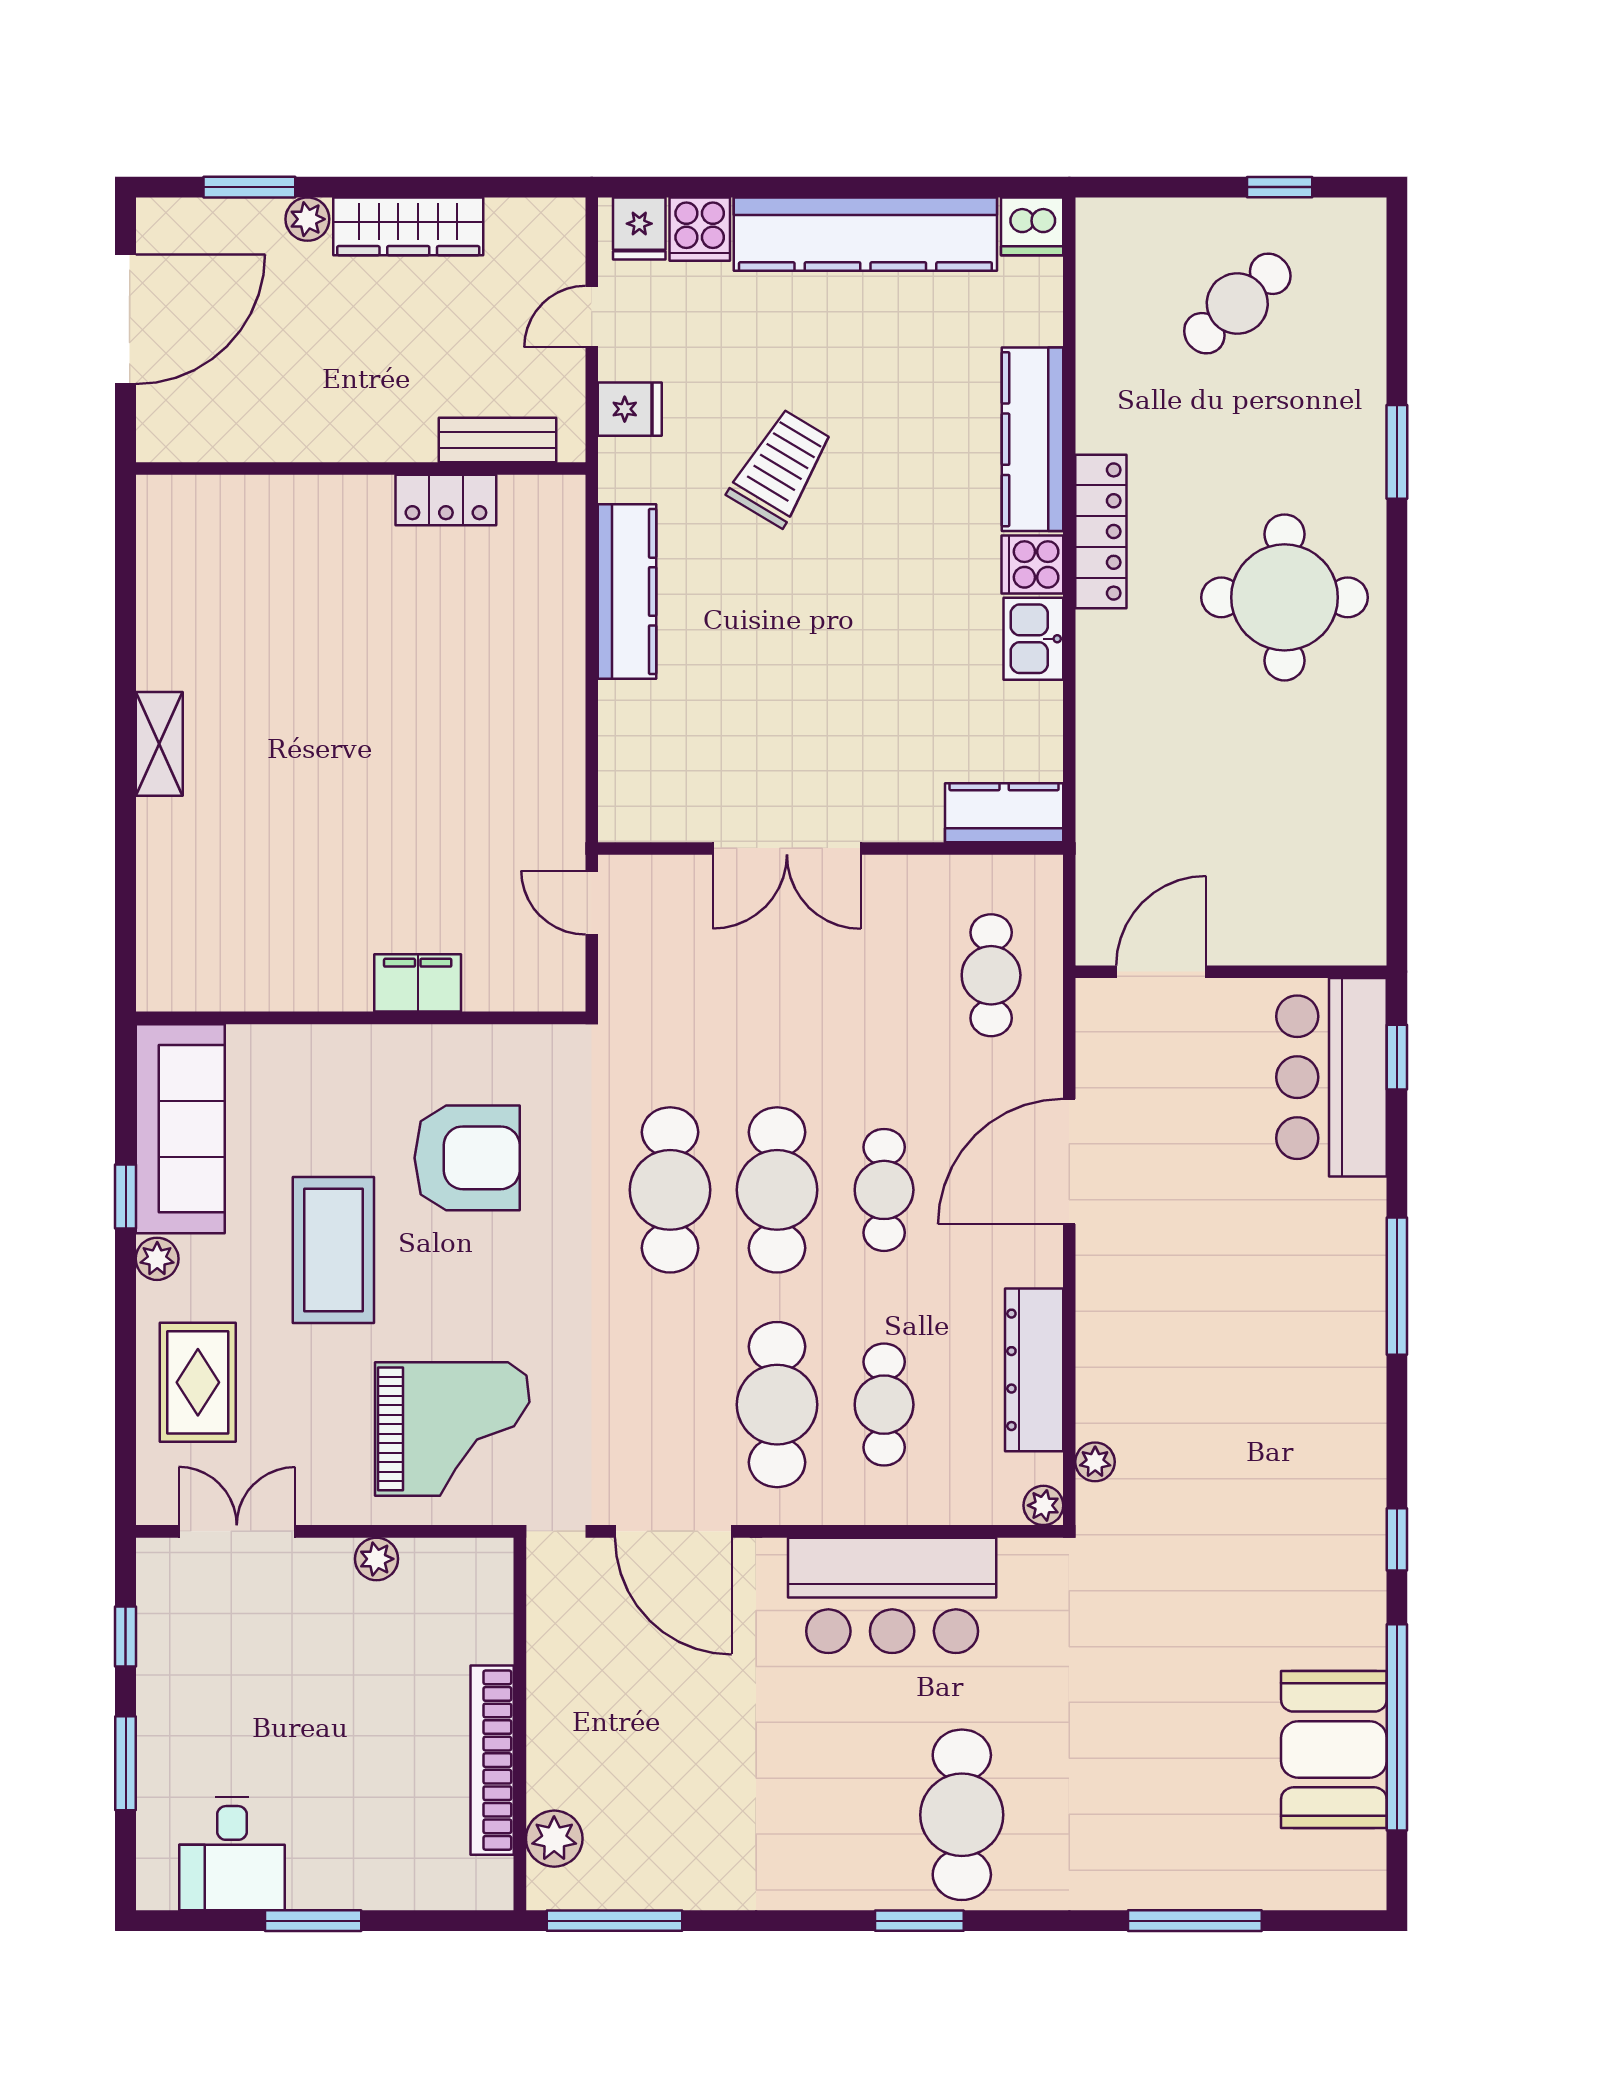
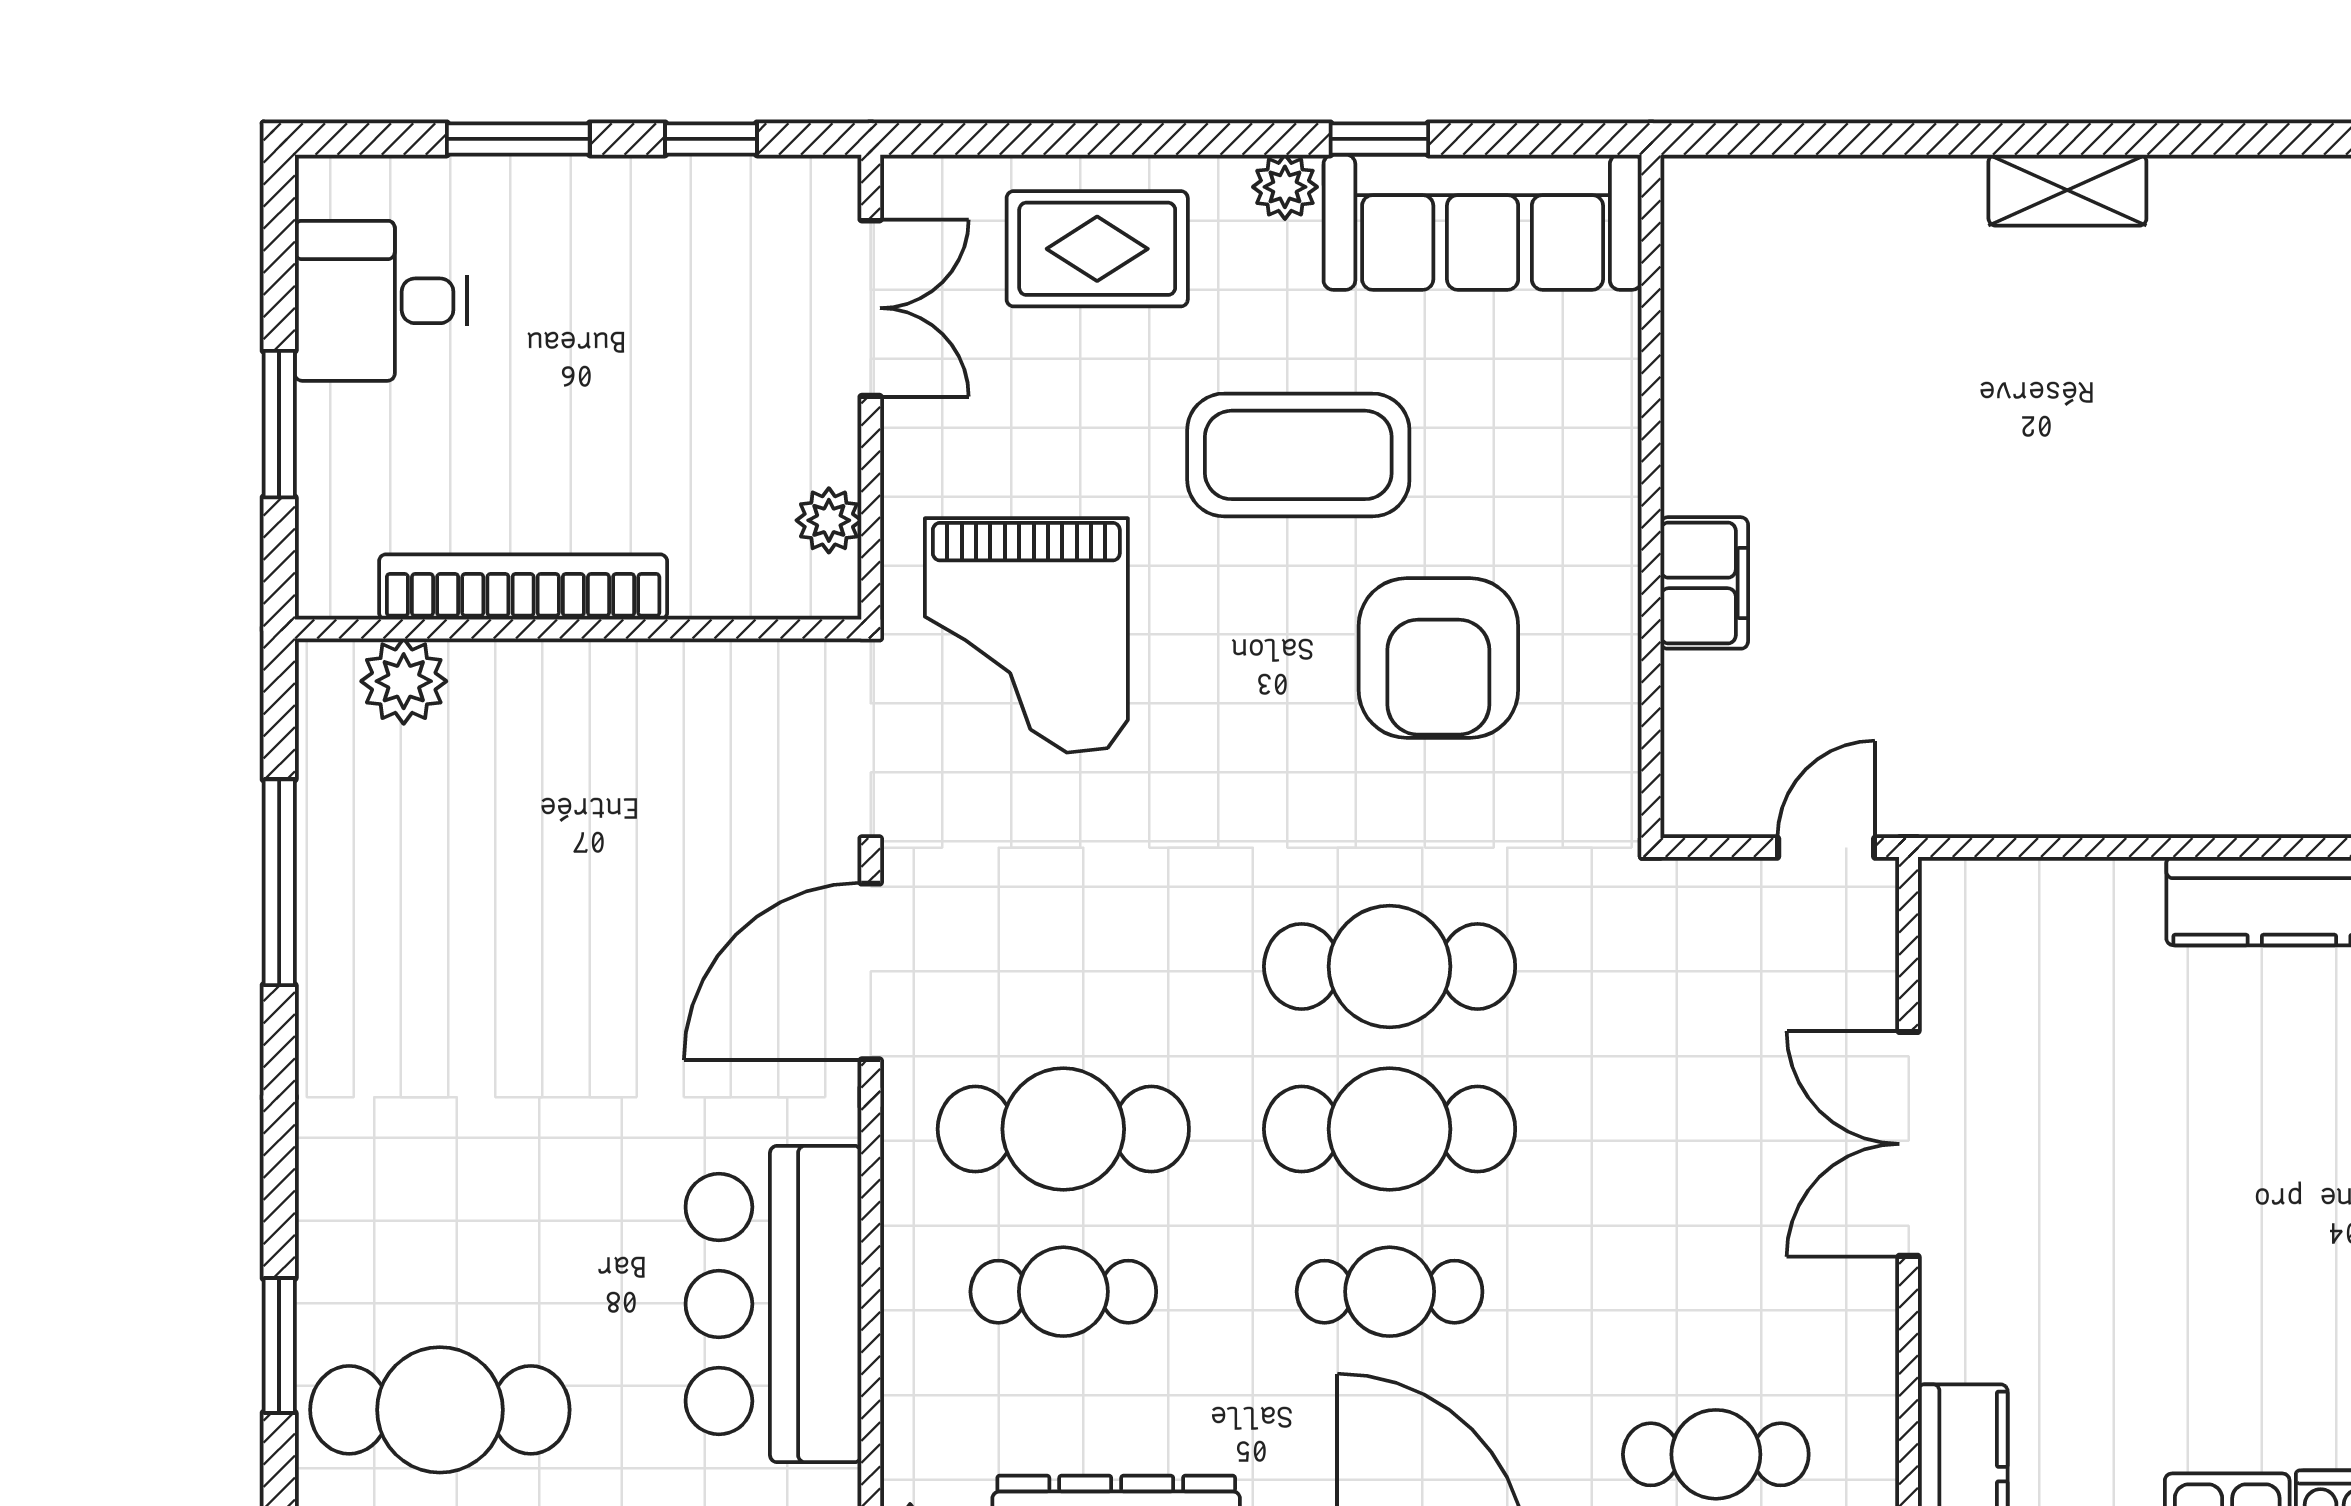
wall: (520, 1724) -> (578, 629), moved
bookcase: (492, 1760) -> (523, 587), moved
plant: (554, 1839) -> (404, 681), moved

